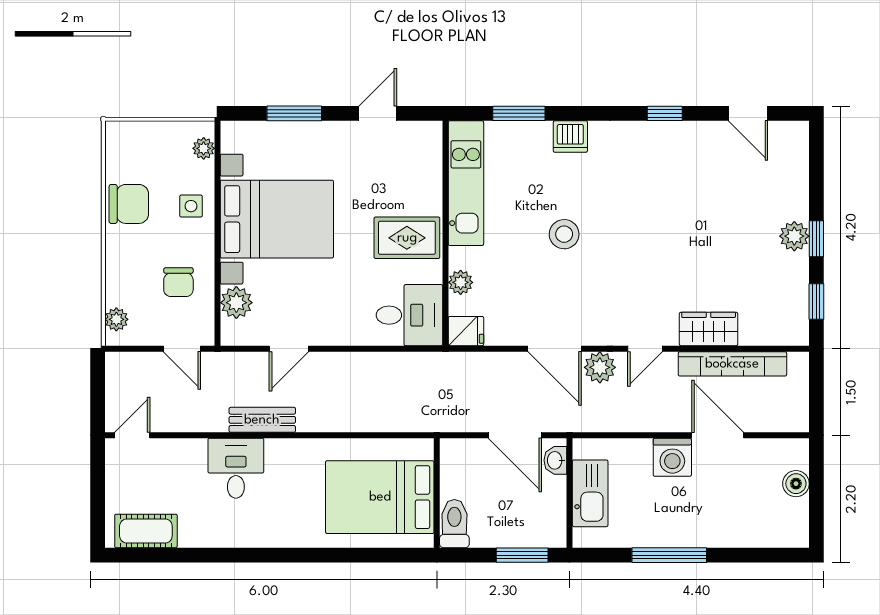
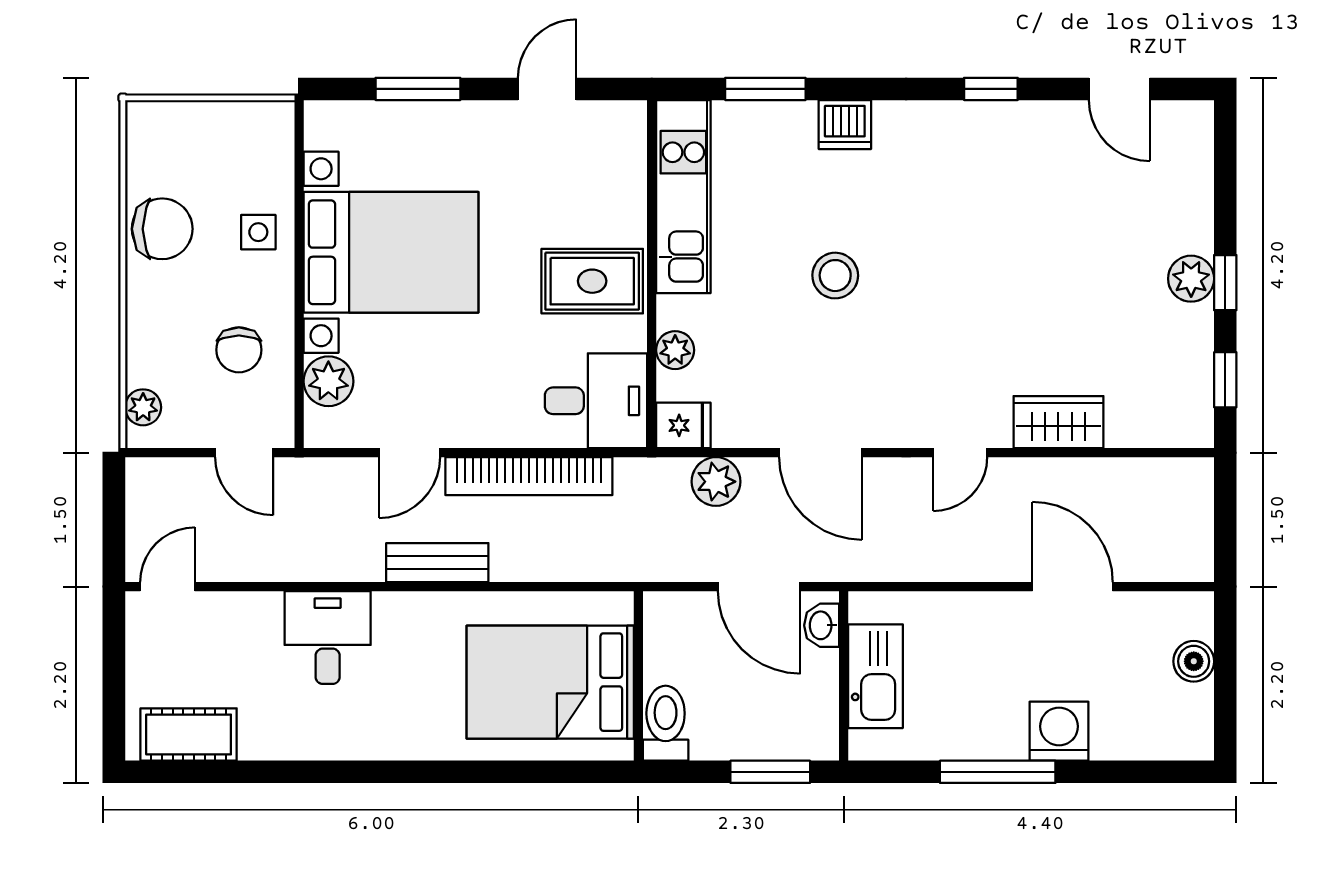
plant: (204, 148) -> (278, 143), removed
bookcase: (732, 364) -> (529, 476), moved
plant: (600, 367) -> (716, 482), moved
bench: (262, 420) -> (437, 563), moved
washing machine: (672, 457) -> (1059, 731), moved, turned 180

